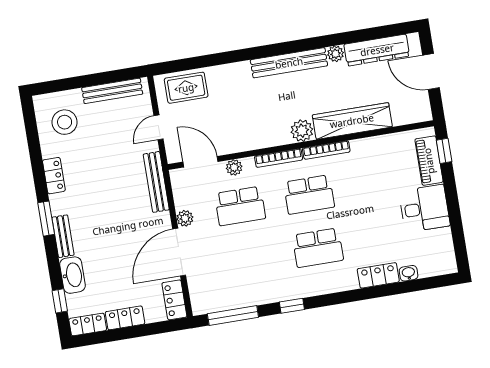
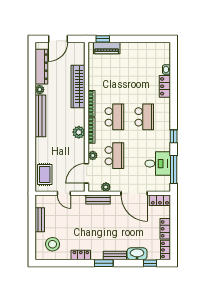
bench: (112, 91) -> (40, 220), width x0.73
plant: (302, 131) -> (79, 132), moved
bench: (156, 182) -> (98, 199), width x0.73
desk: (424, 208) -> (158, 164), moved, turned 90
plant: (185, 218) -> (106, 187), moved

